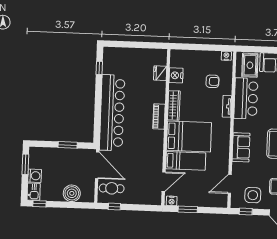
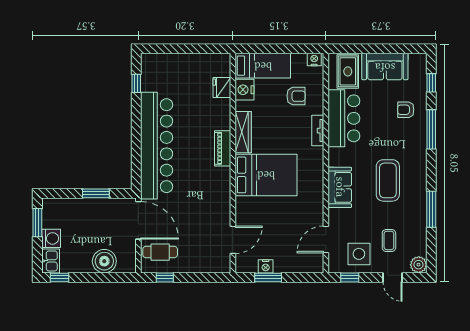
bed: (186, 161) -> (263, 66), moved
nightstand: (172, 201) -> (266, 266), moved

